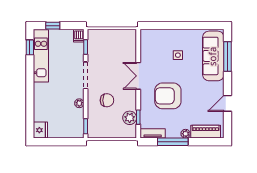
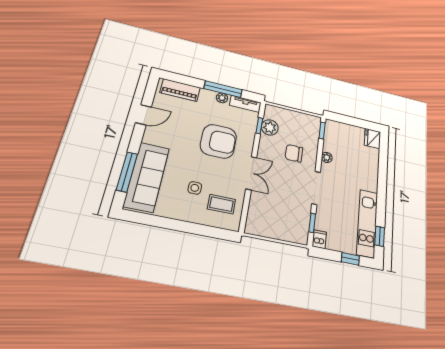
coffee table: (156, 47) -> (221, 204), added
plant: (186, 134) -> (222, 98), moved

